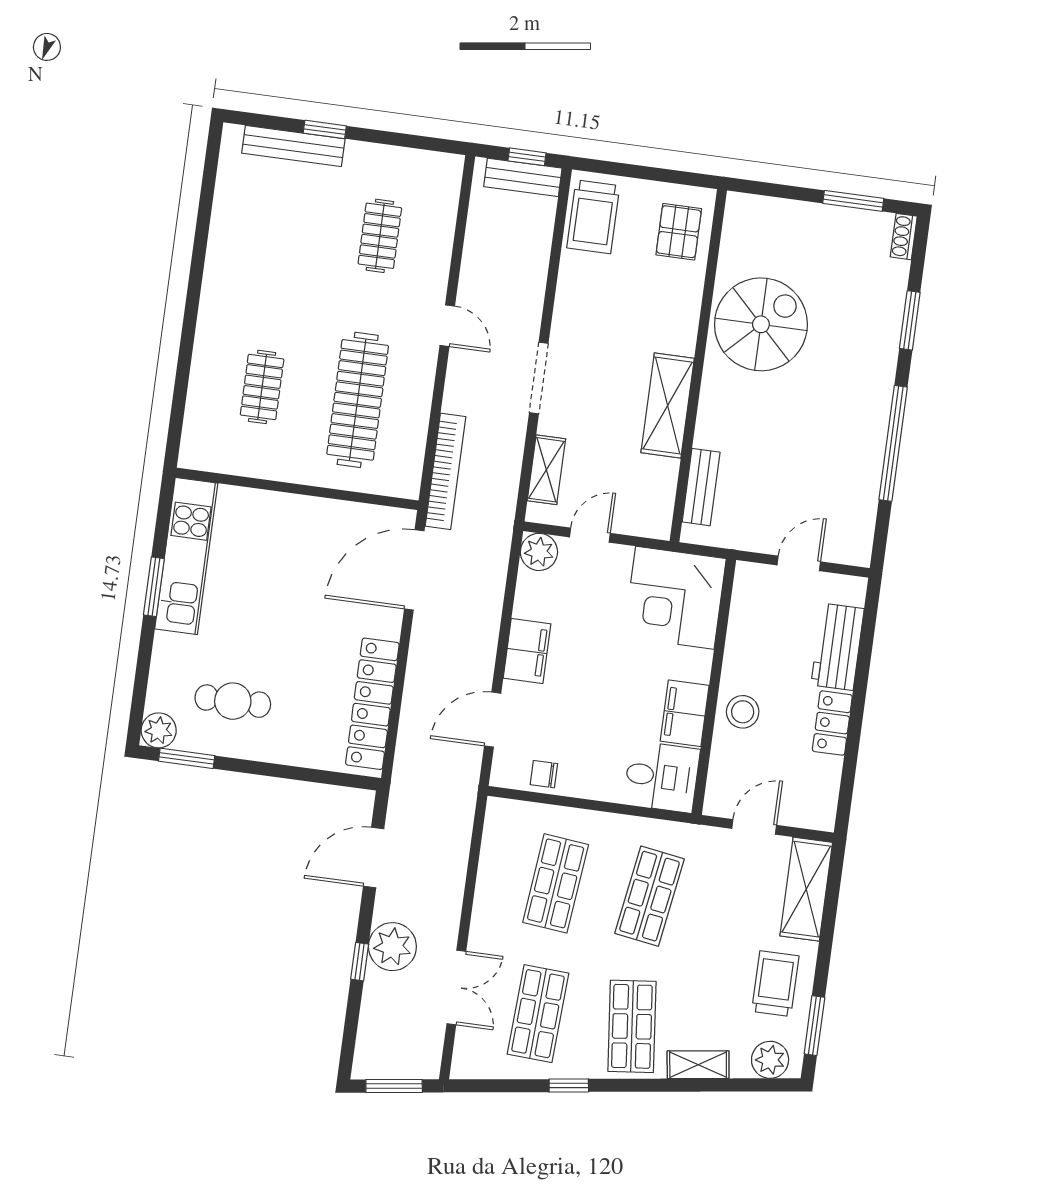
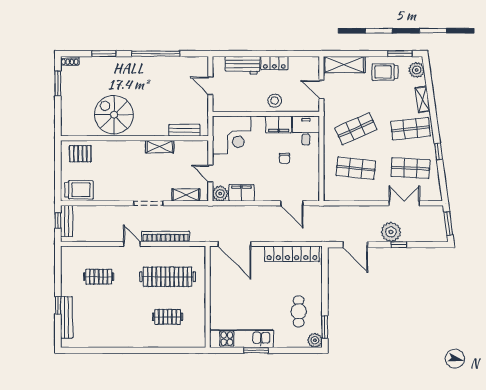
door: (447, 326) -> (132, 244), hinge flipped
shelving: (668, 406) -> (160, 147), width x0.67, depth x0.75
bookcase: (446, 471) -> (166, 237), moved
filing cabinet: (527, 651) -> (241, 193), moved
chair: (544, 774) -> (284, 158), moved
shop shelf: (650, 896) -> (356, 129), turned -33

